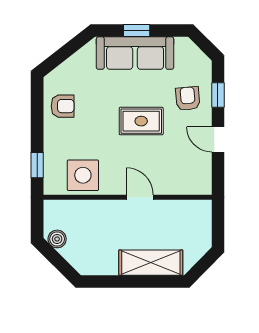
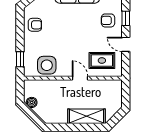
armchair: (188, 99) -> (108, 20), turned -85
rug: (141, 121) -> (102, 61), moved

